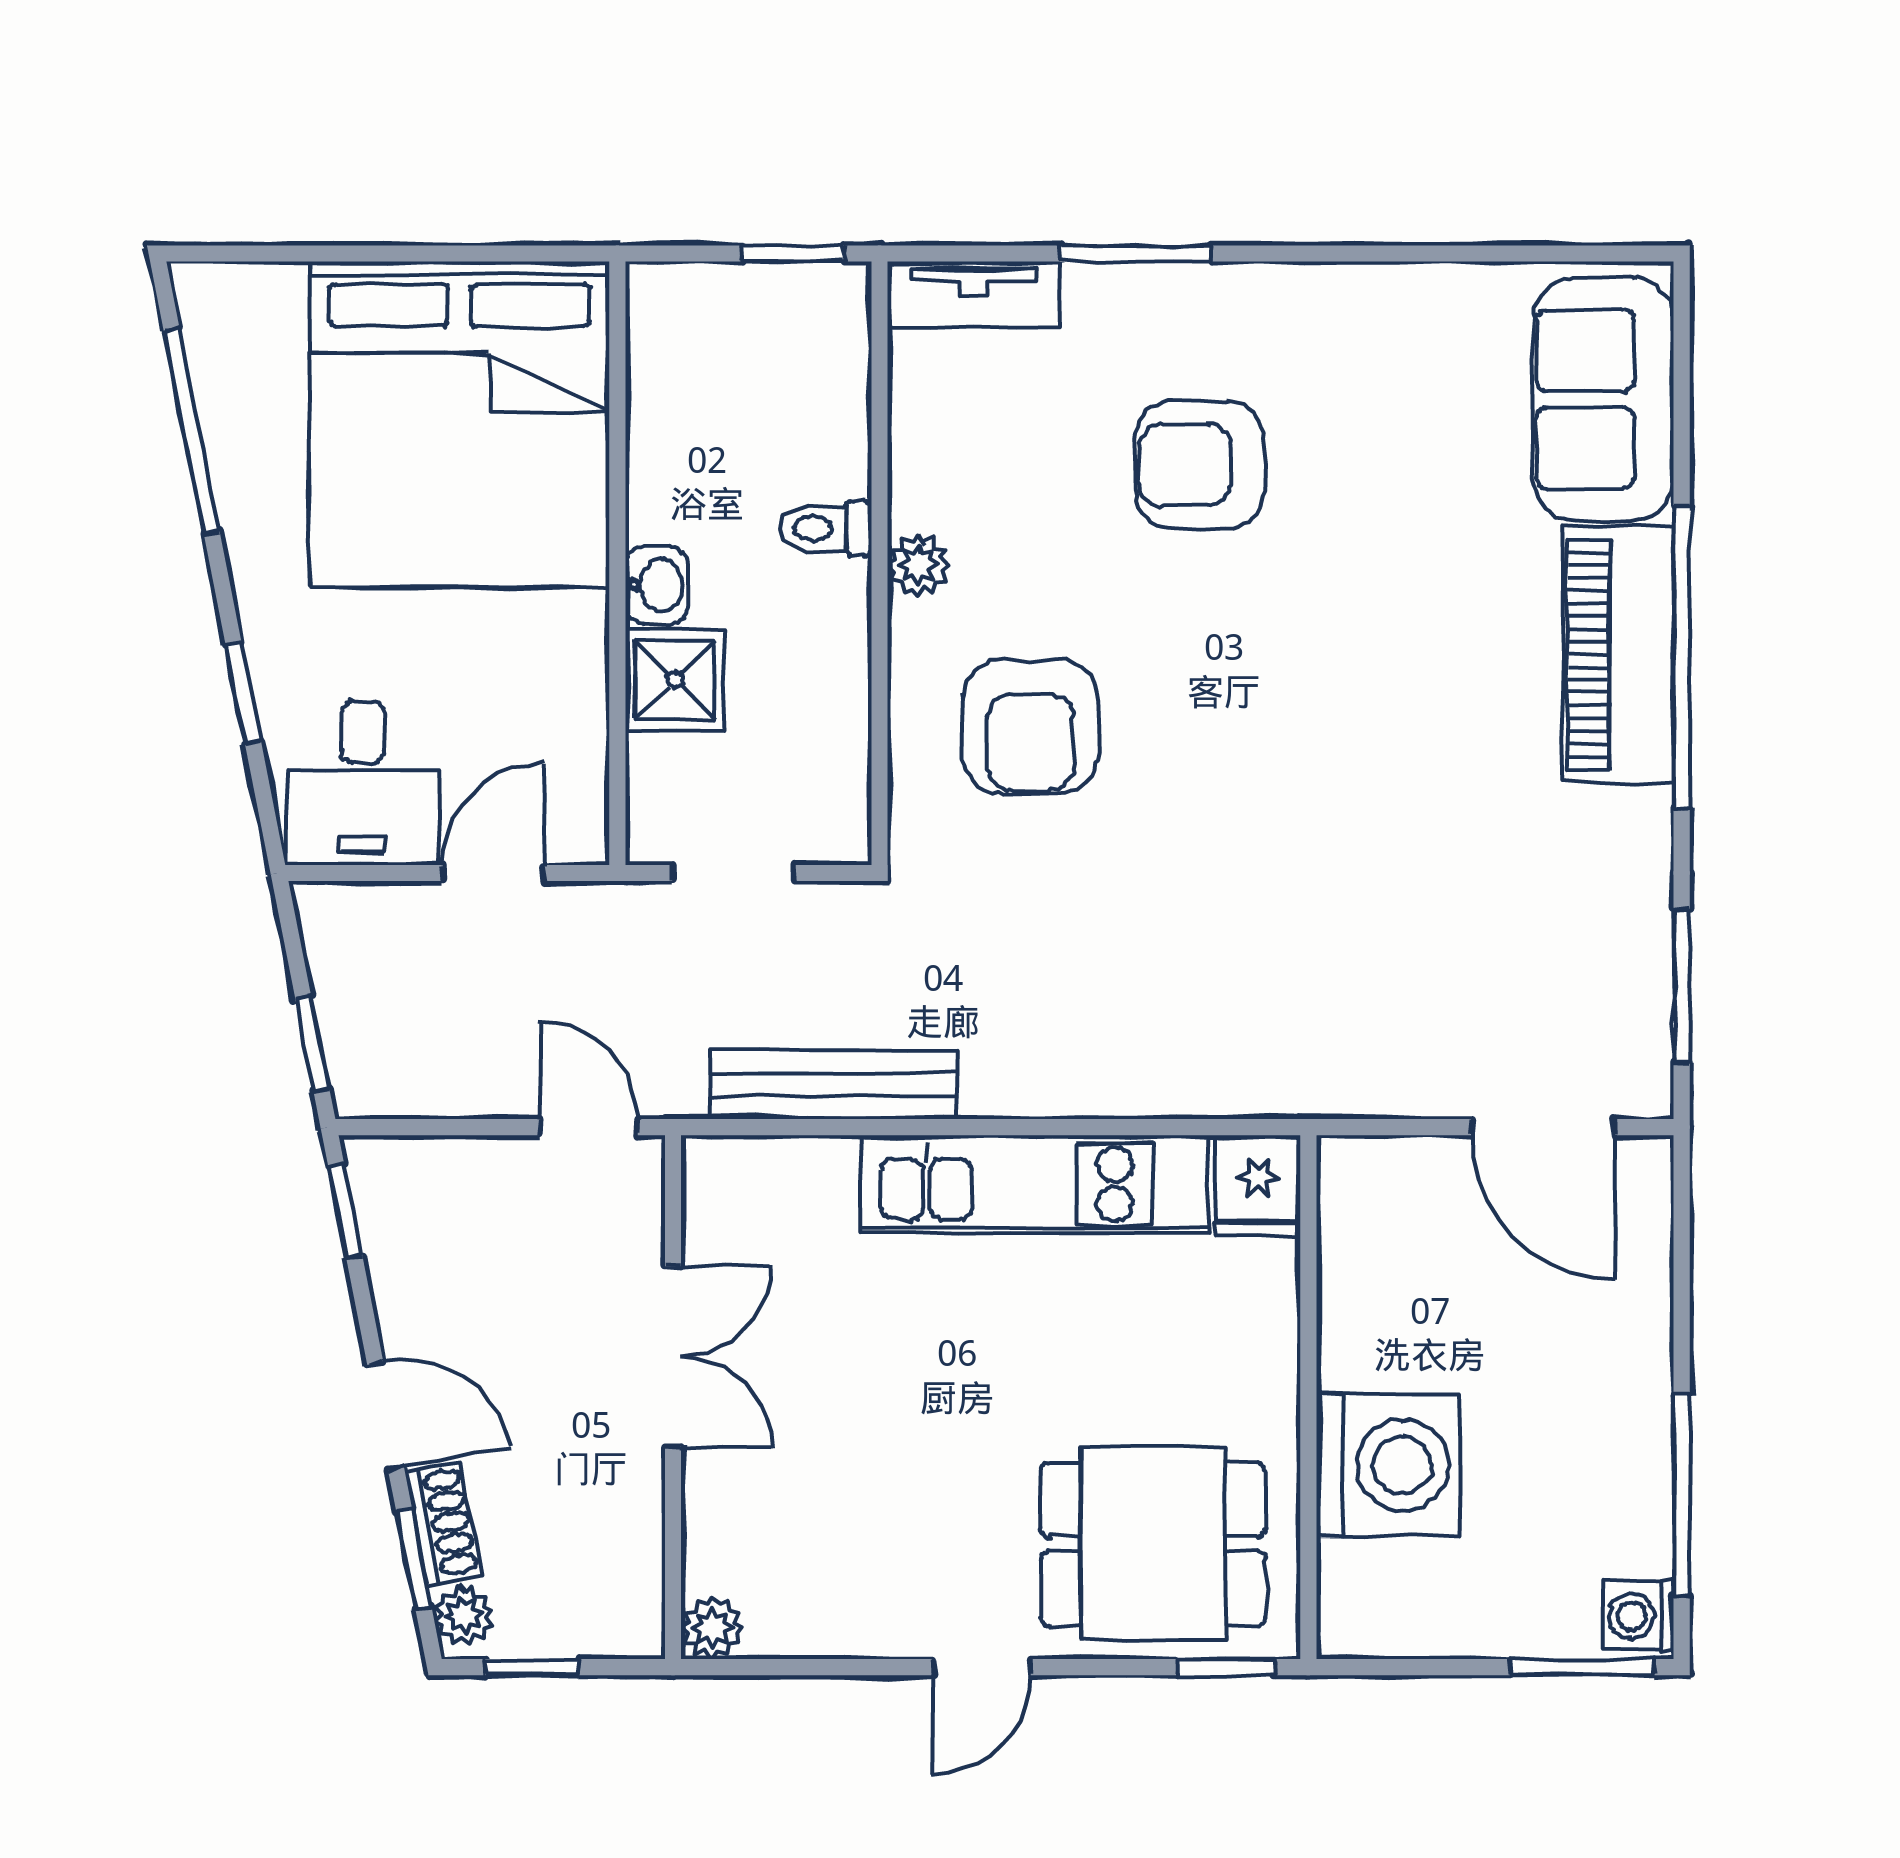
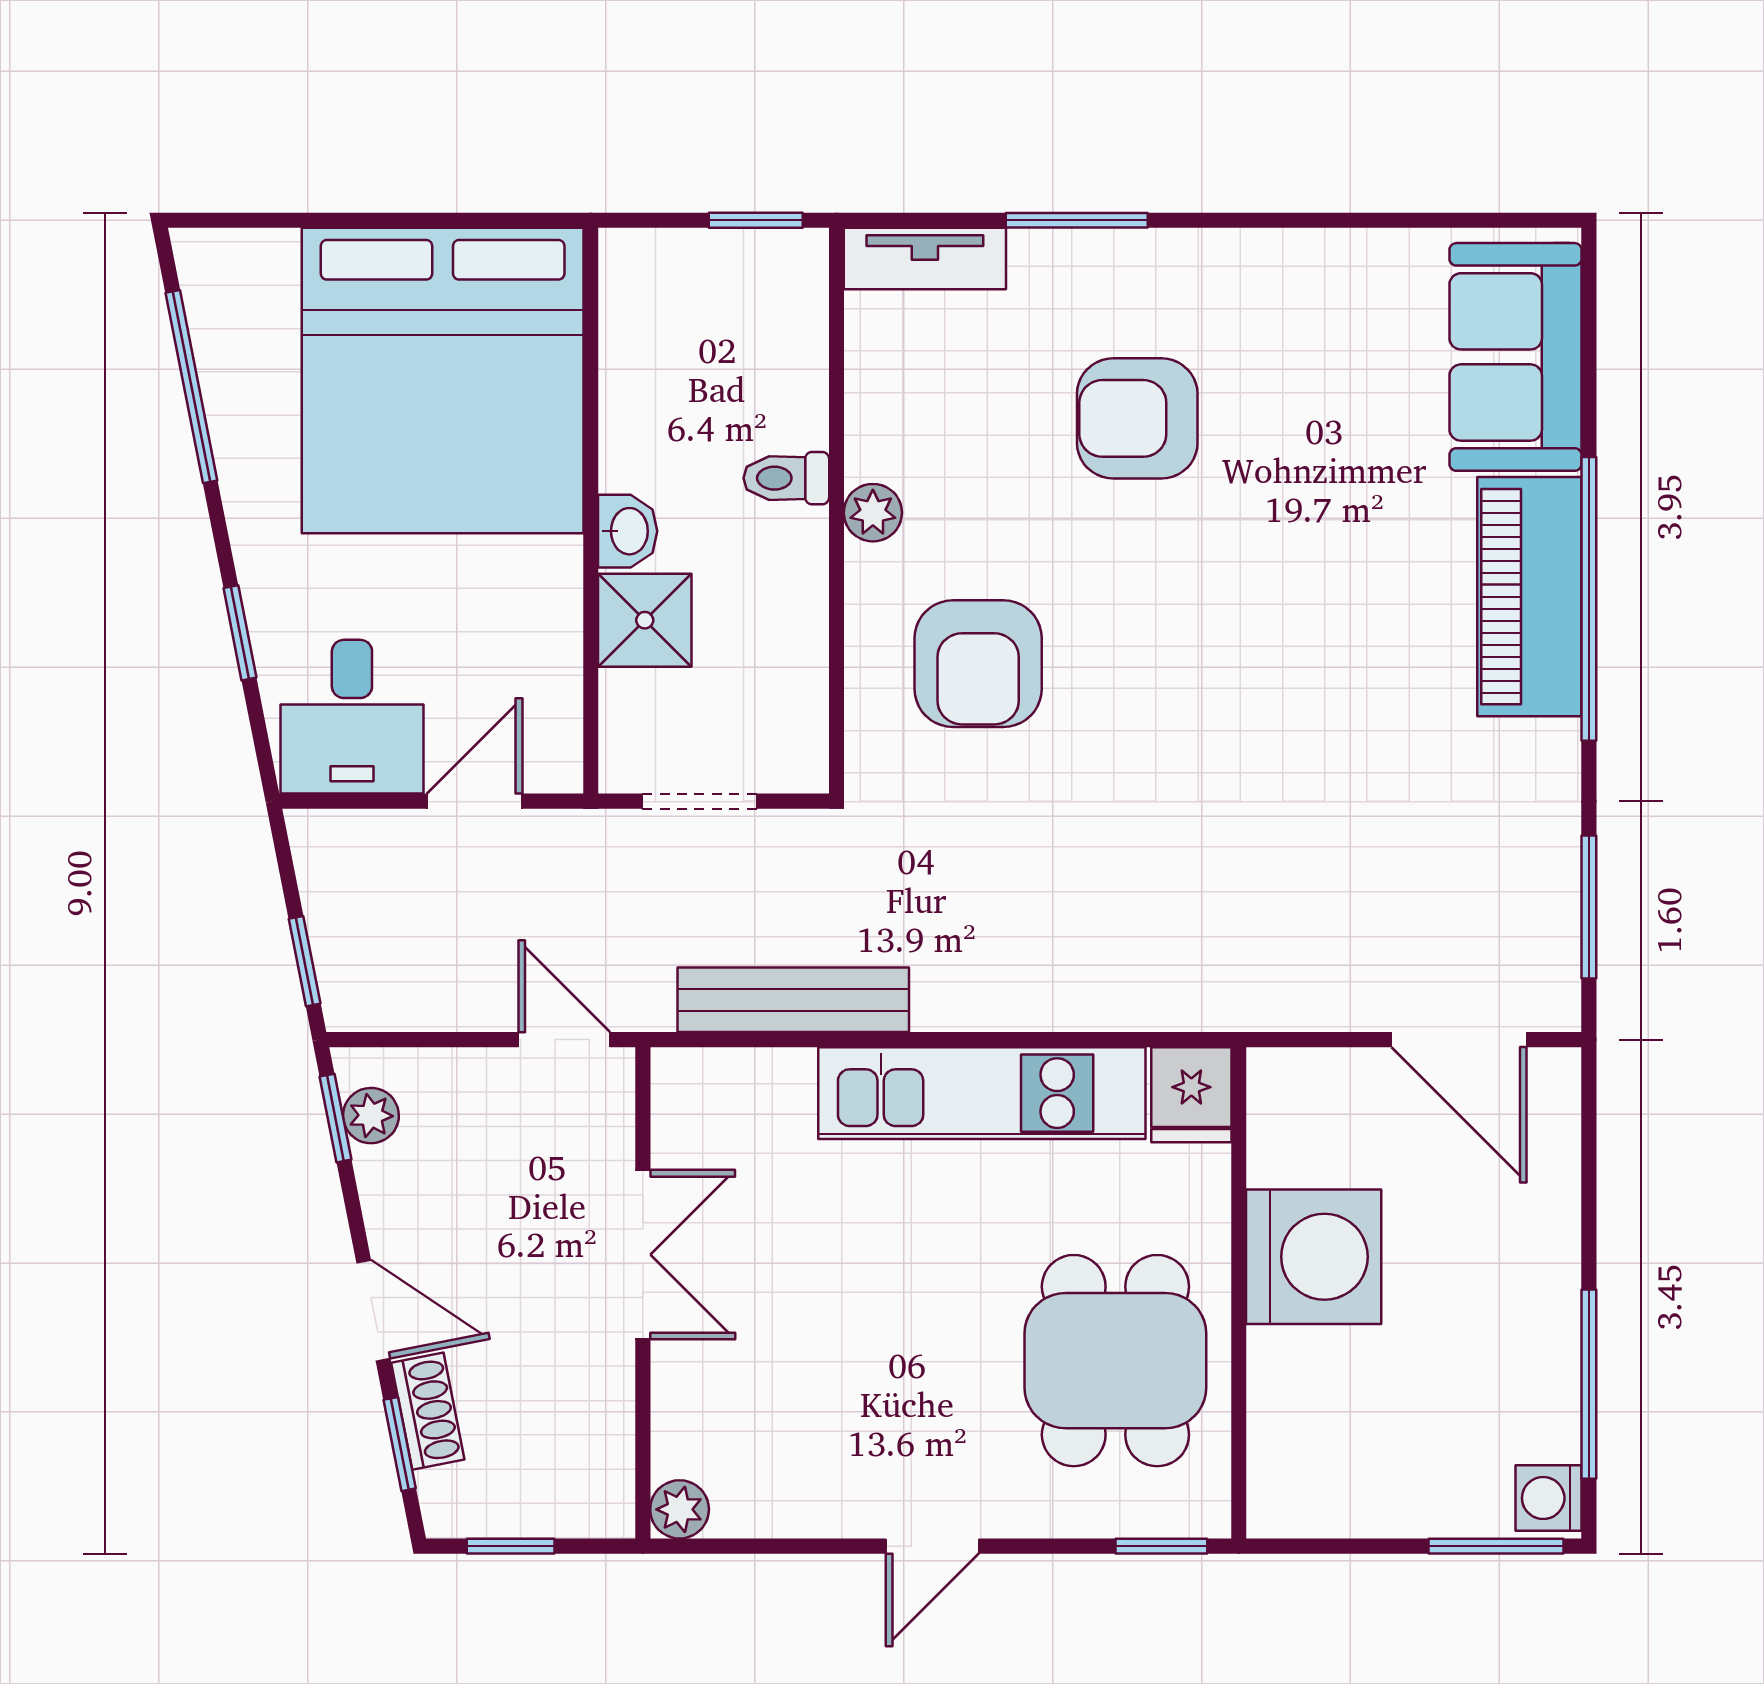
washing machine: (1388, 1465) -> (1314, 1257), moved
dining table: (1153, 1544) -> (1115, 1361), moved, turned 90
plant: (463, 1615) -> (371, 1116), moved

